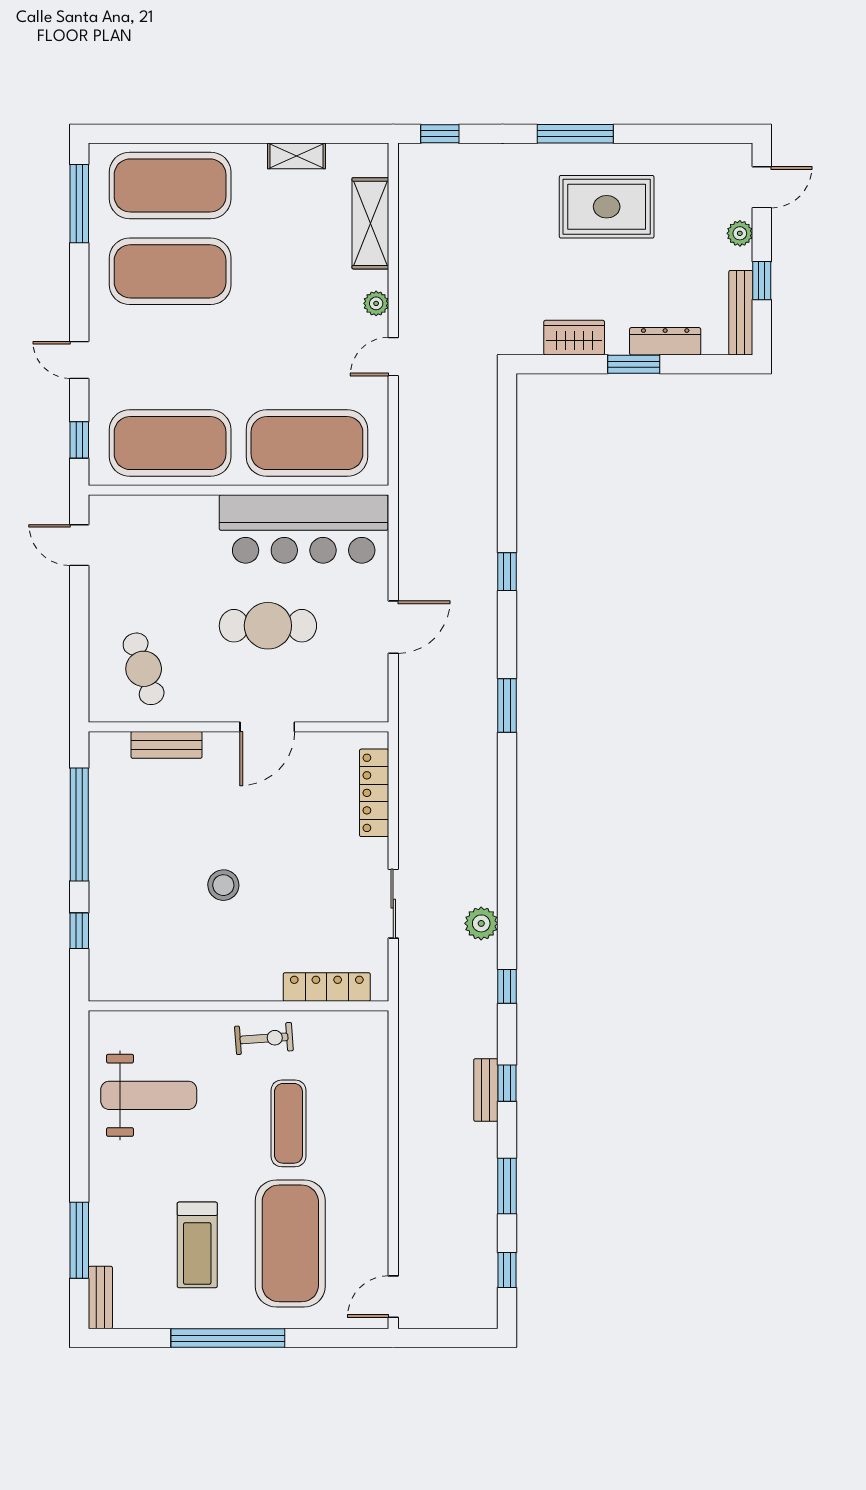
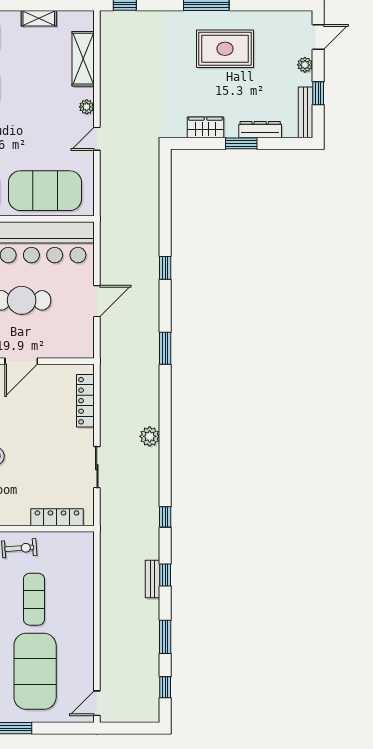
plant: (481, 923) -> (150, 436), moved

